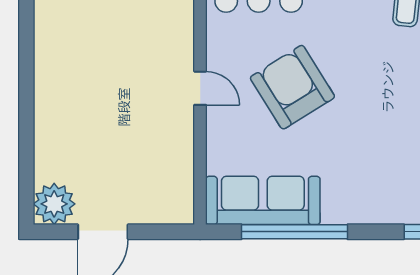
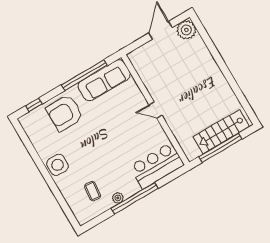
armchair: (292, 87) -> (65, 113), moved, turned 122

